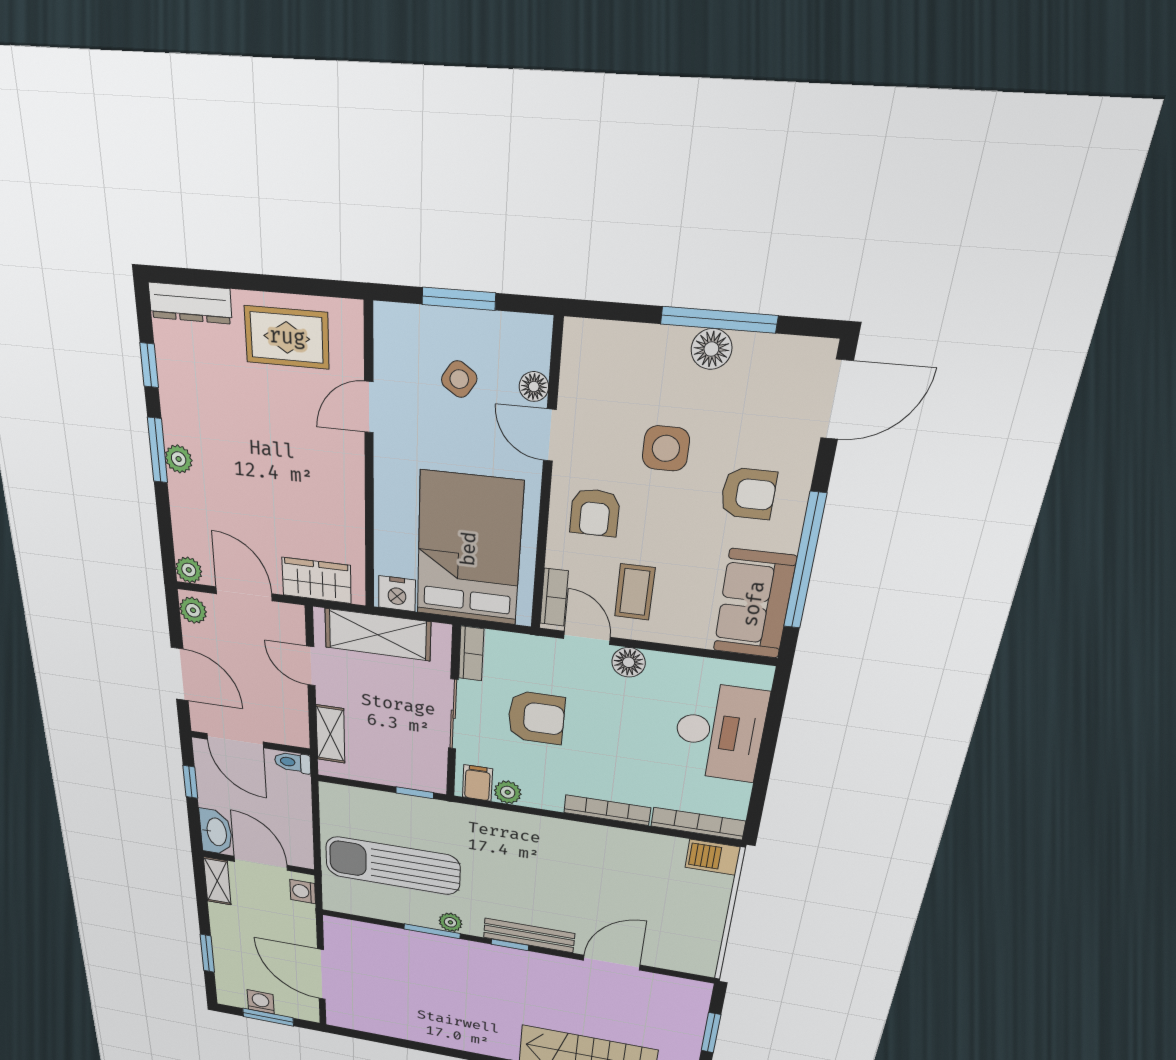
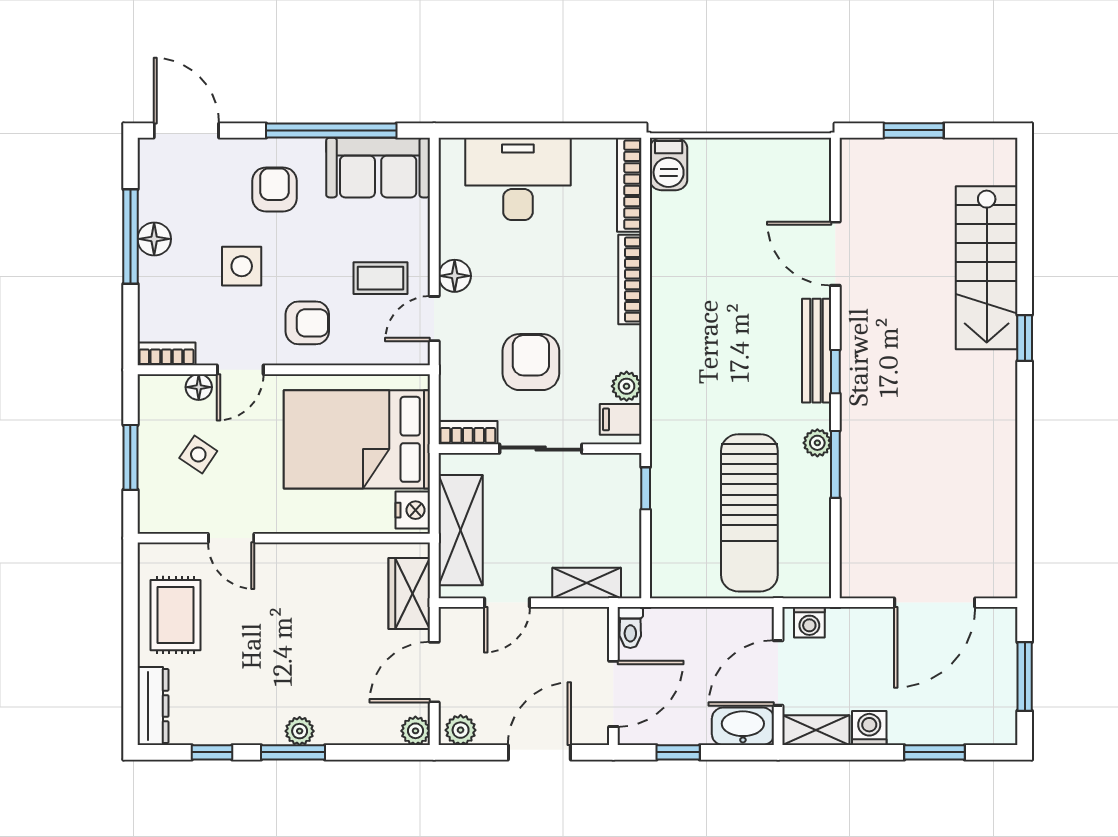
bookcase: (554, 597) -> (166, 354), moved
washing machine: (261, 1002) -> (869, 728), moved, turned 90

